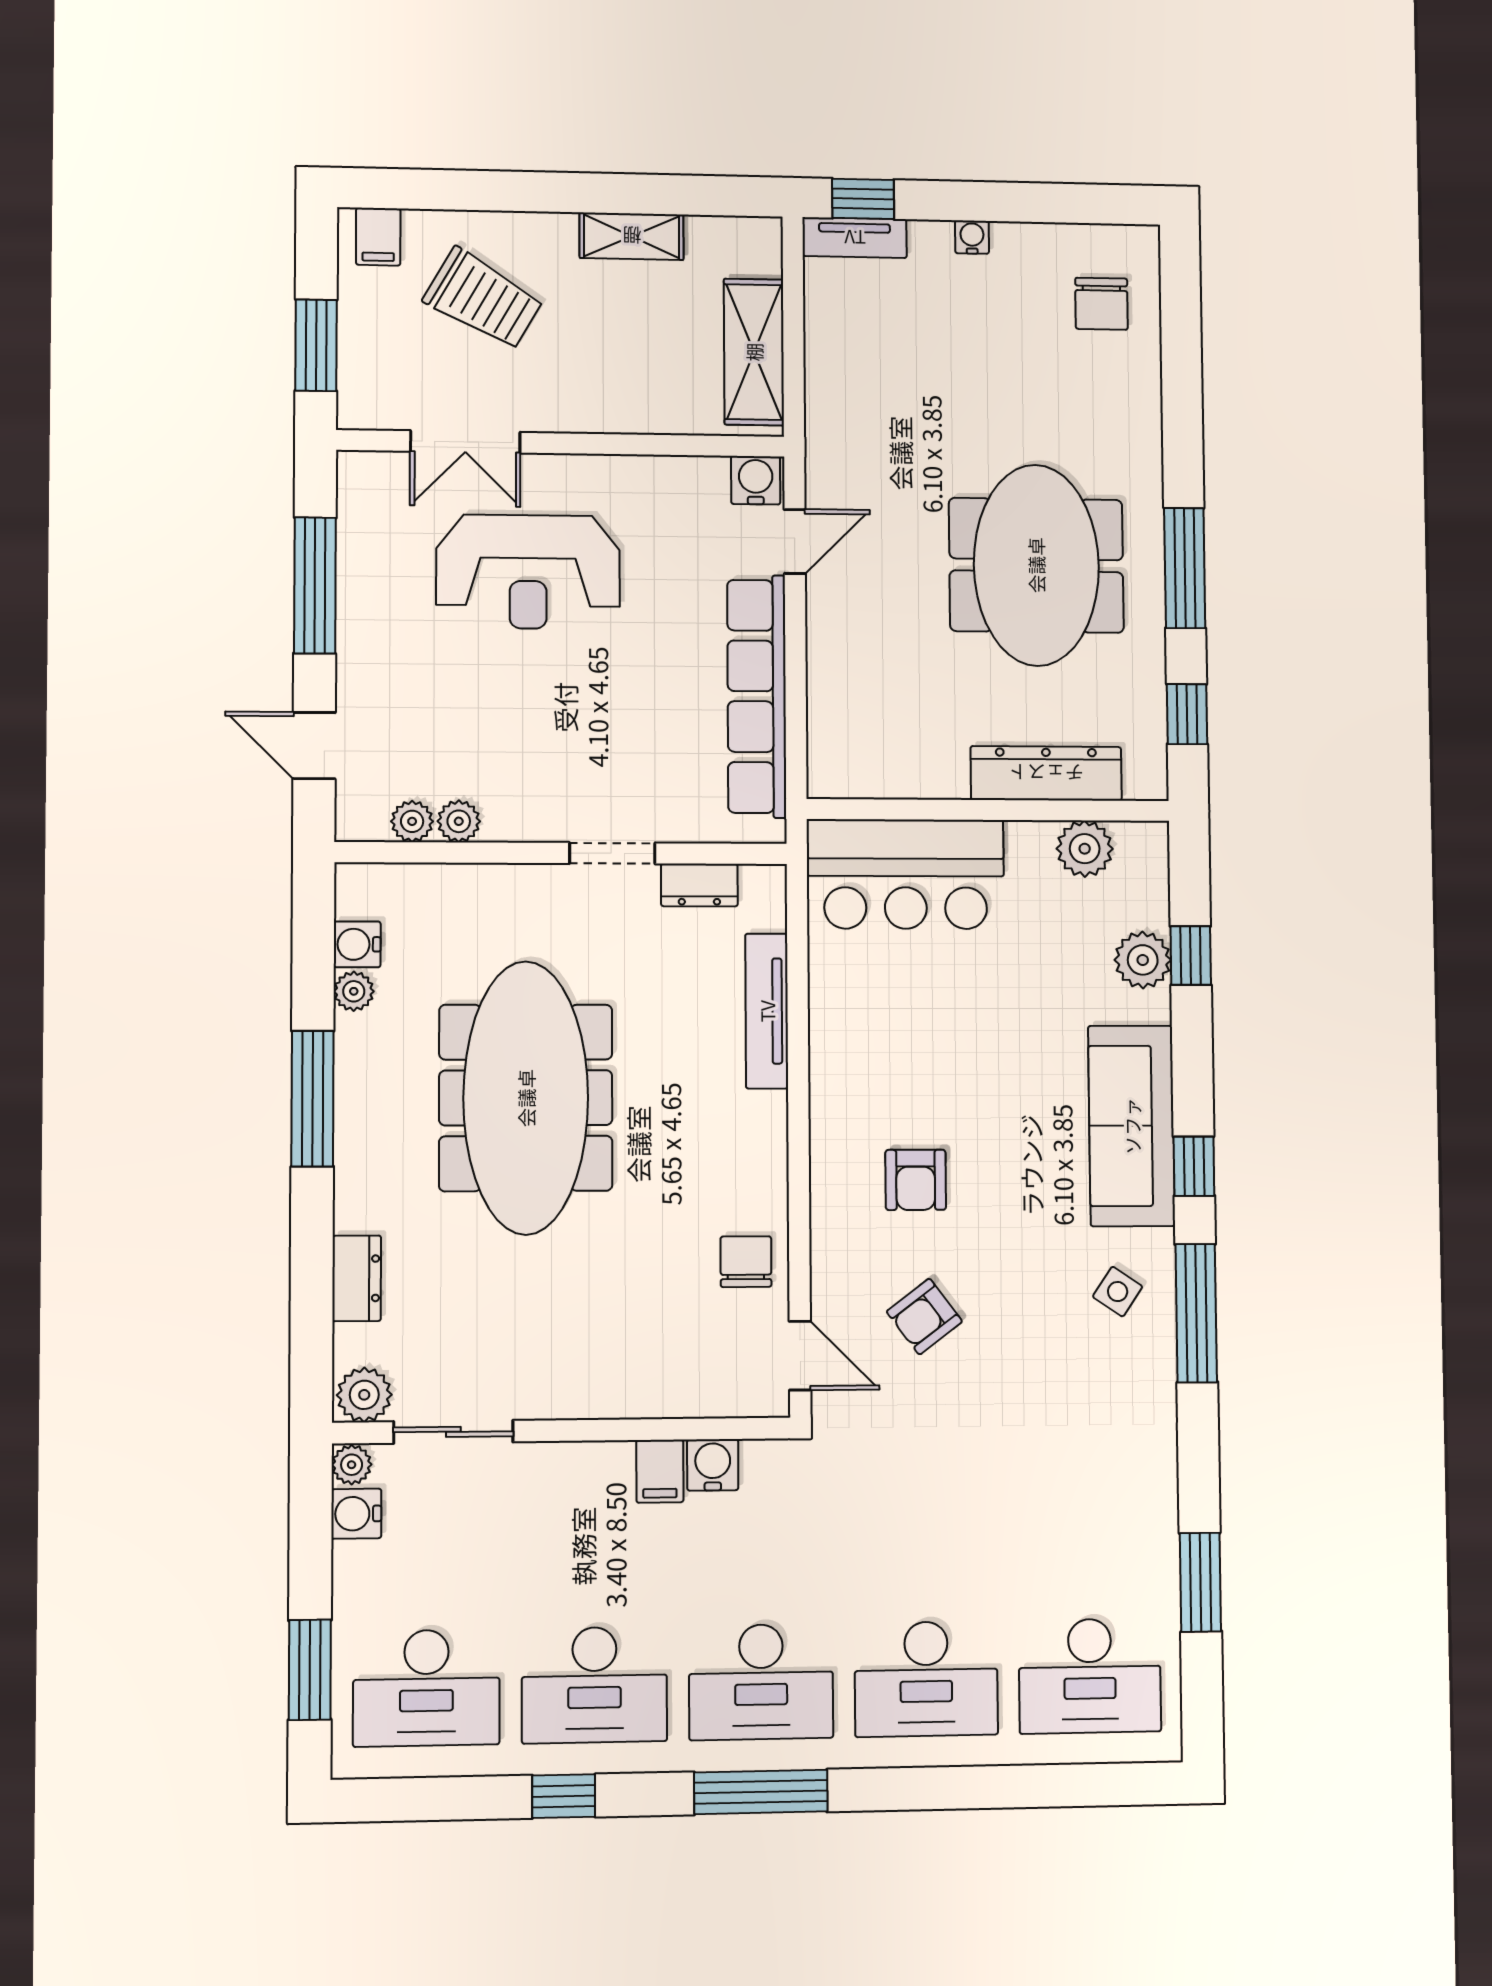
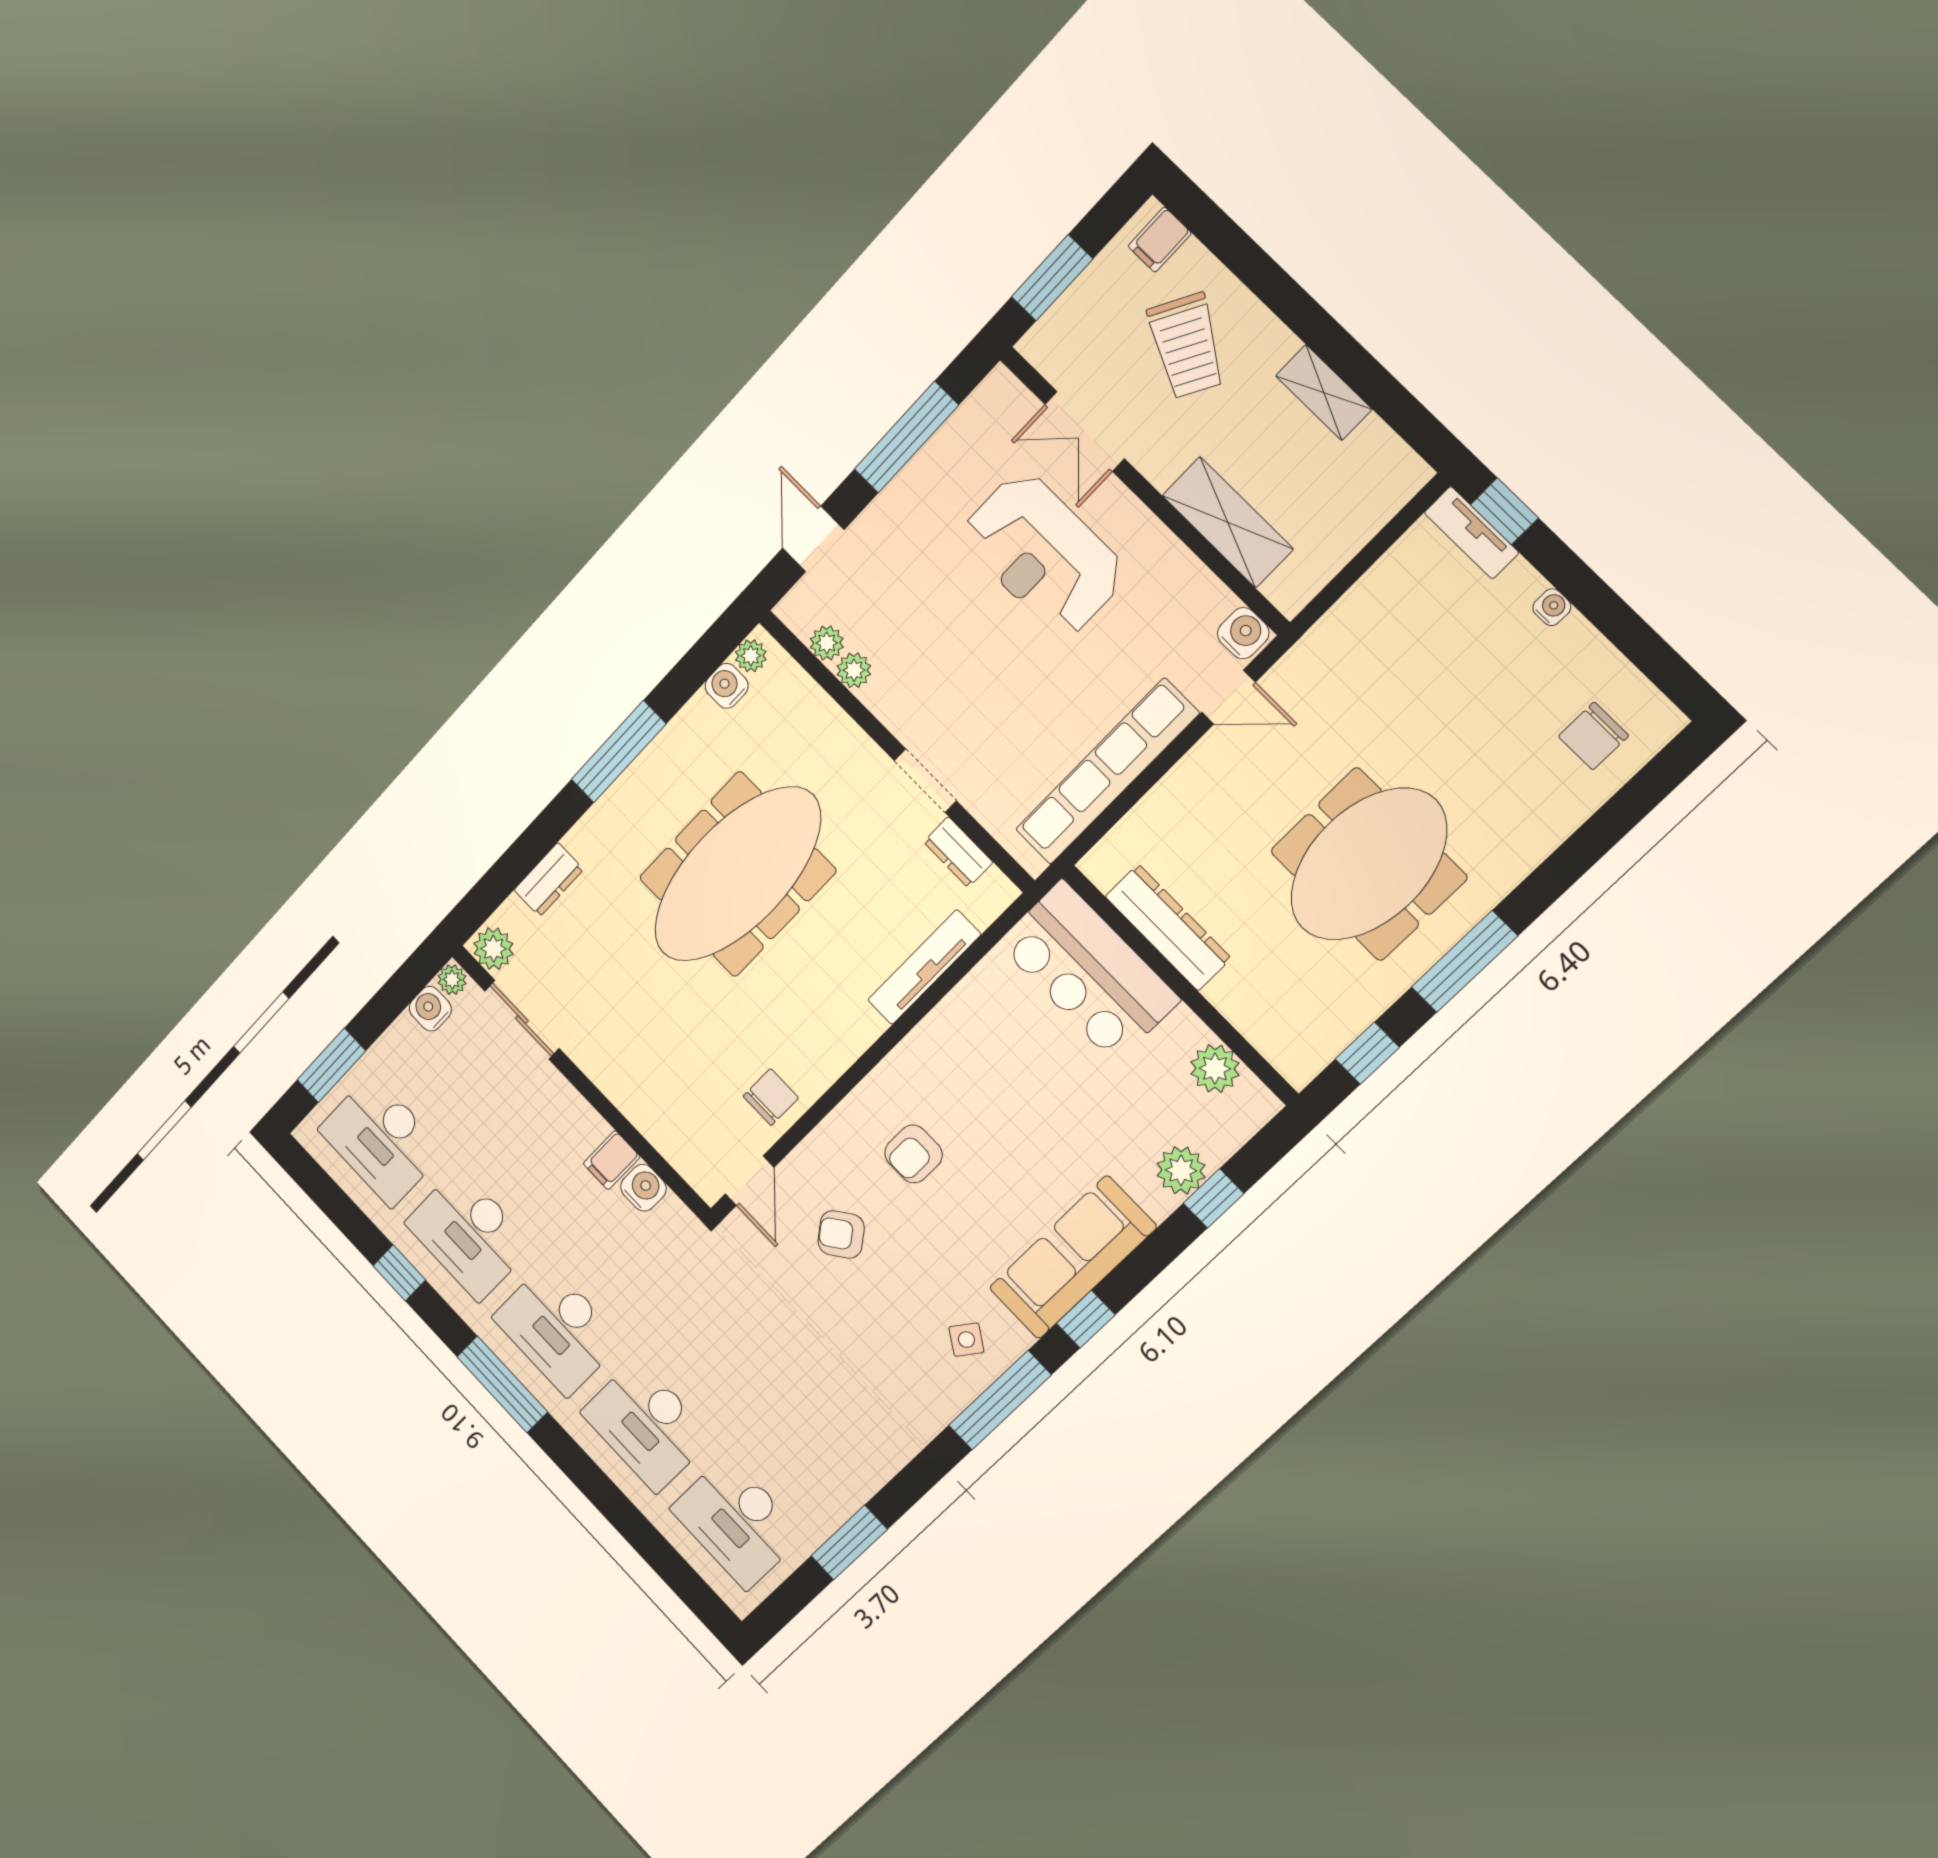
shelving: (754, 352) -> (1228, 522), moved, turned 90
dresser: (1046, 773) -> (1168, 927), moved
plant: (354, 991) -> (751, 656), moved

